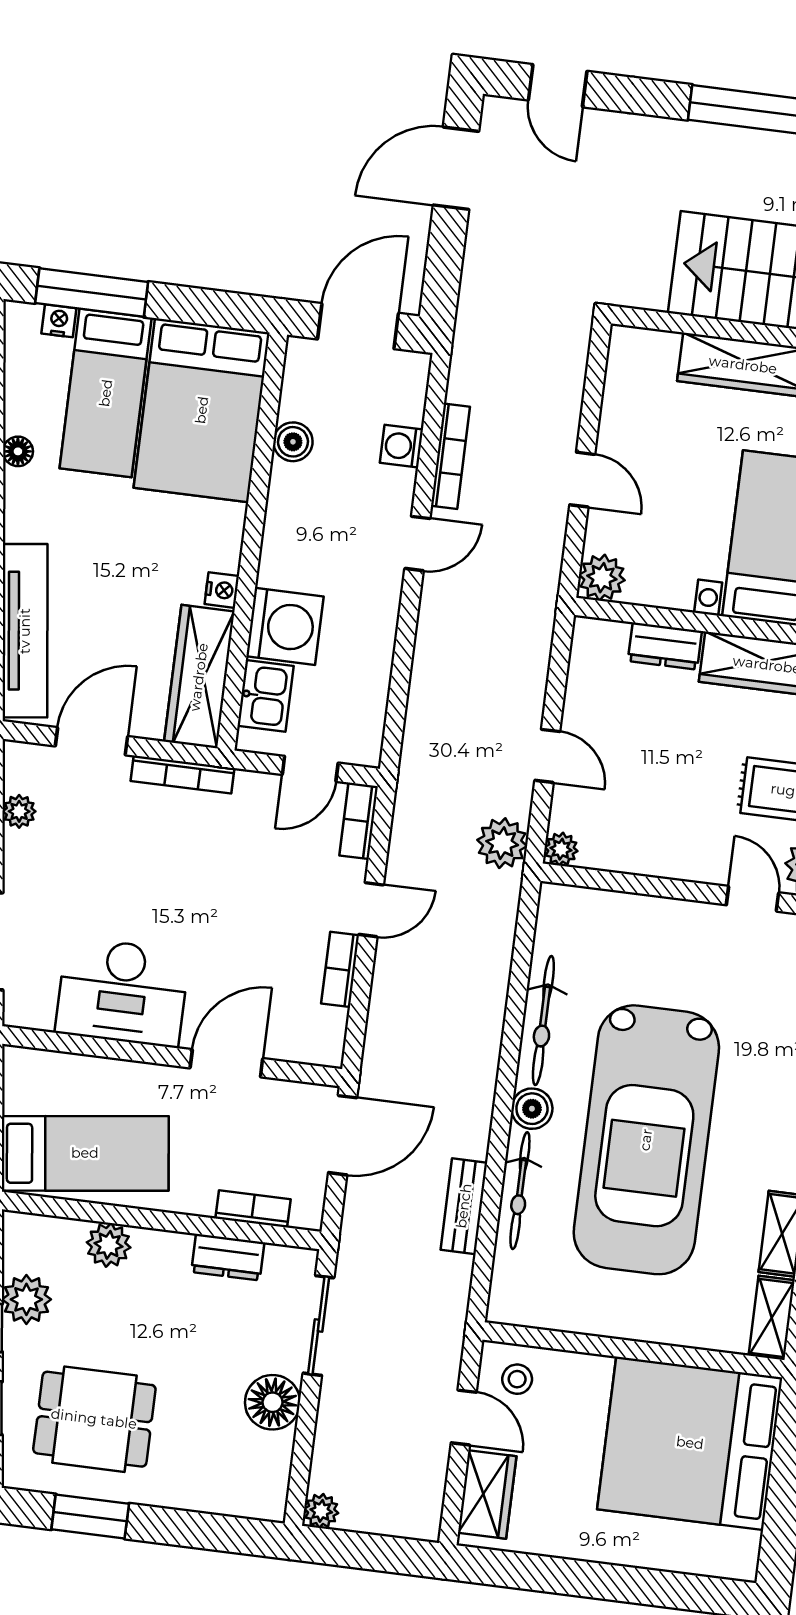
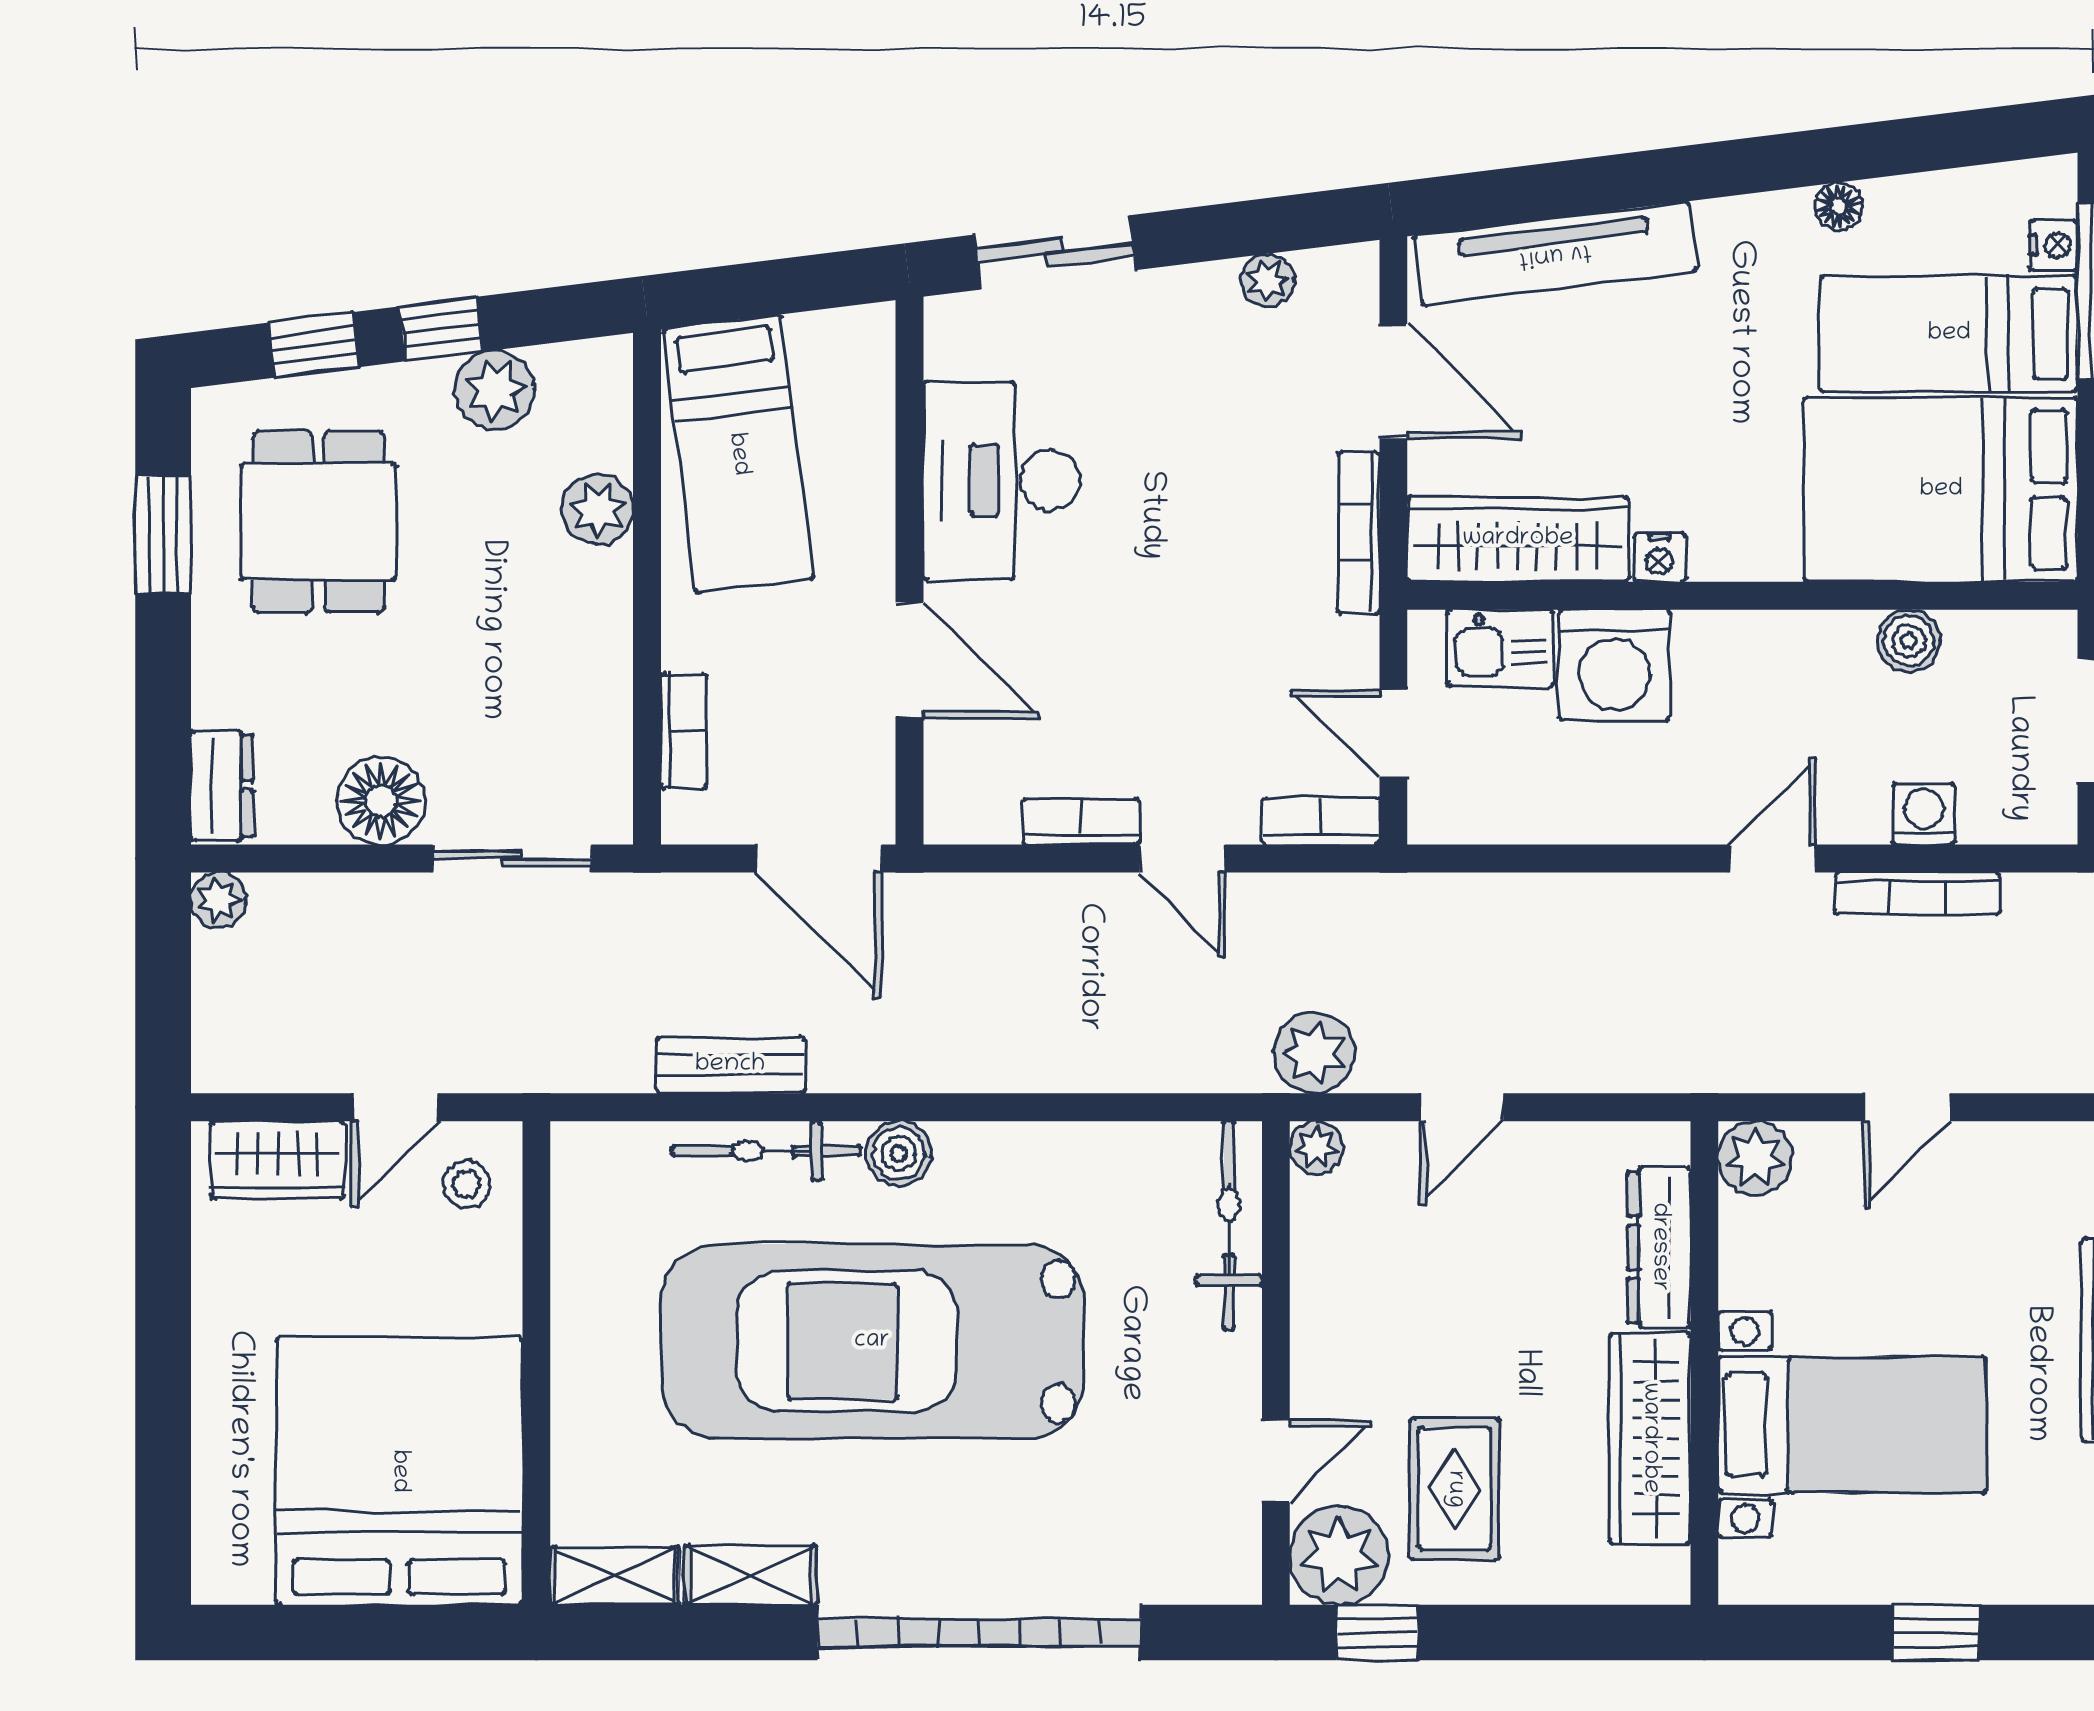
door: (417, 543) -> (1772, 858), swing flipped
dresser: (665, 646) -> (1659, 1247), width x1.44
bicycle: (543, 1021) -> (1229, 1225), moved, turned 90
dresser: (228, 1257) -> (222, 786), moved, turned 180

